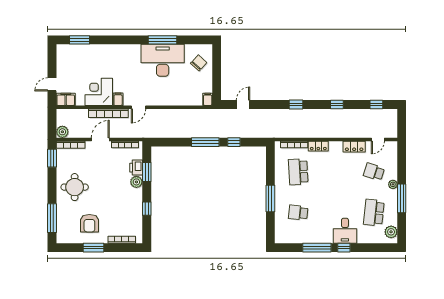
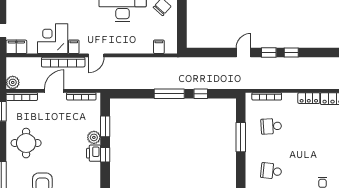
filing cabinet: (208, 99) -> (159, 47), moved
door: (243, 104) -> (243, 52), moved
window: (337, 104) -> (291, 52), moved
locker: (318, 146) -> (309, 98), moved
printer: (136, 168) -> (94, 153), moved
school desk: (298, 172) -> (271, 126), width x0.54
window: (270, 198) -> (241, 137), moved
window: (147, 209) -> (105, 155), moved

